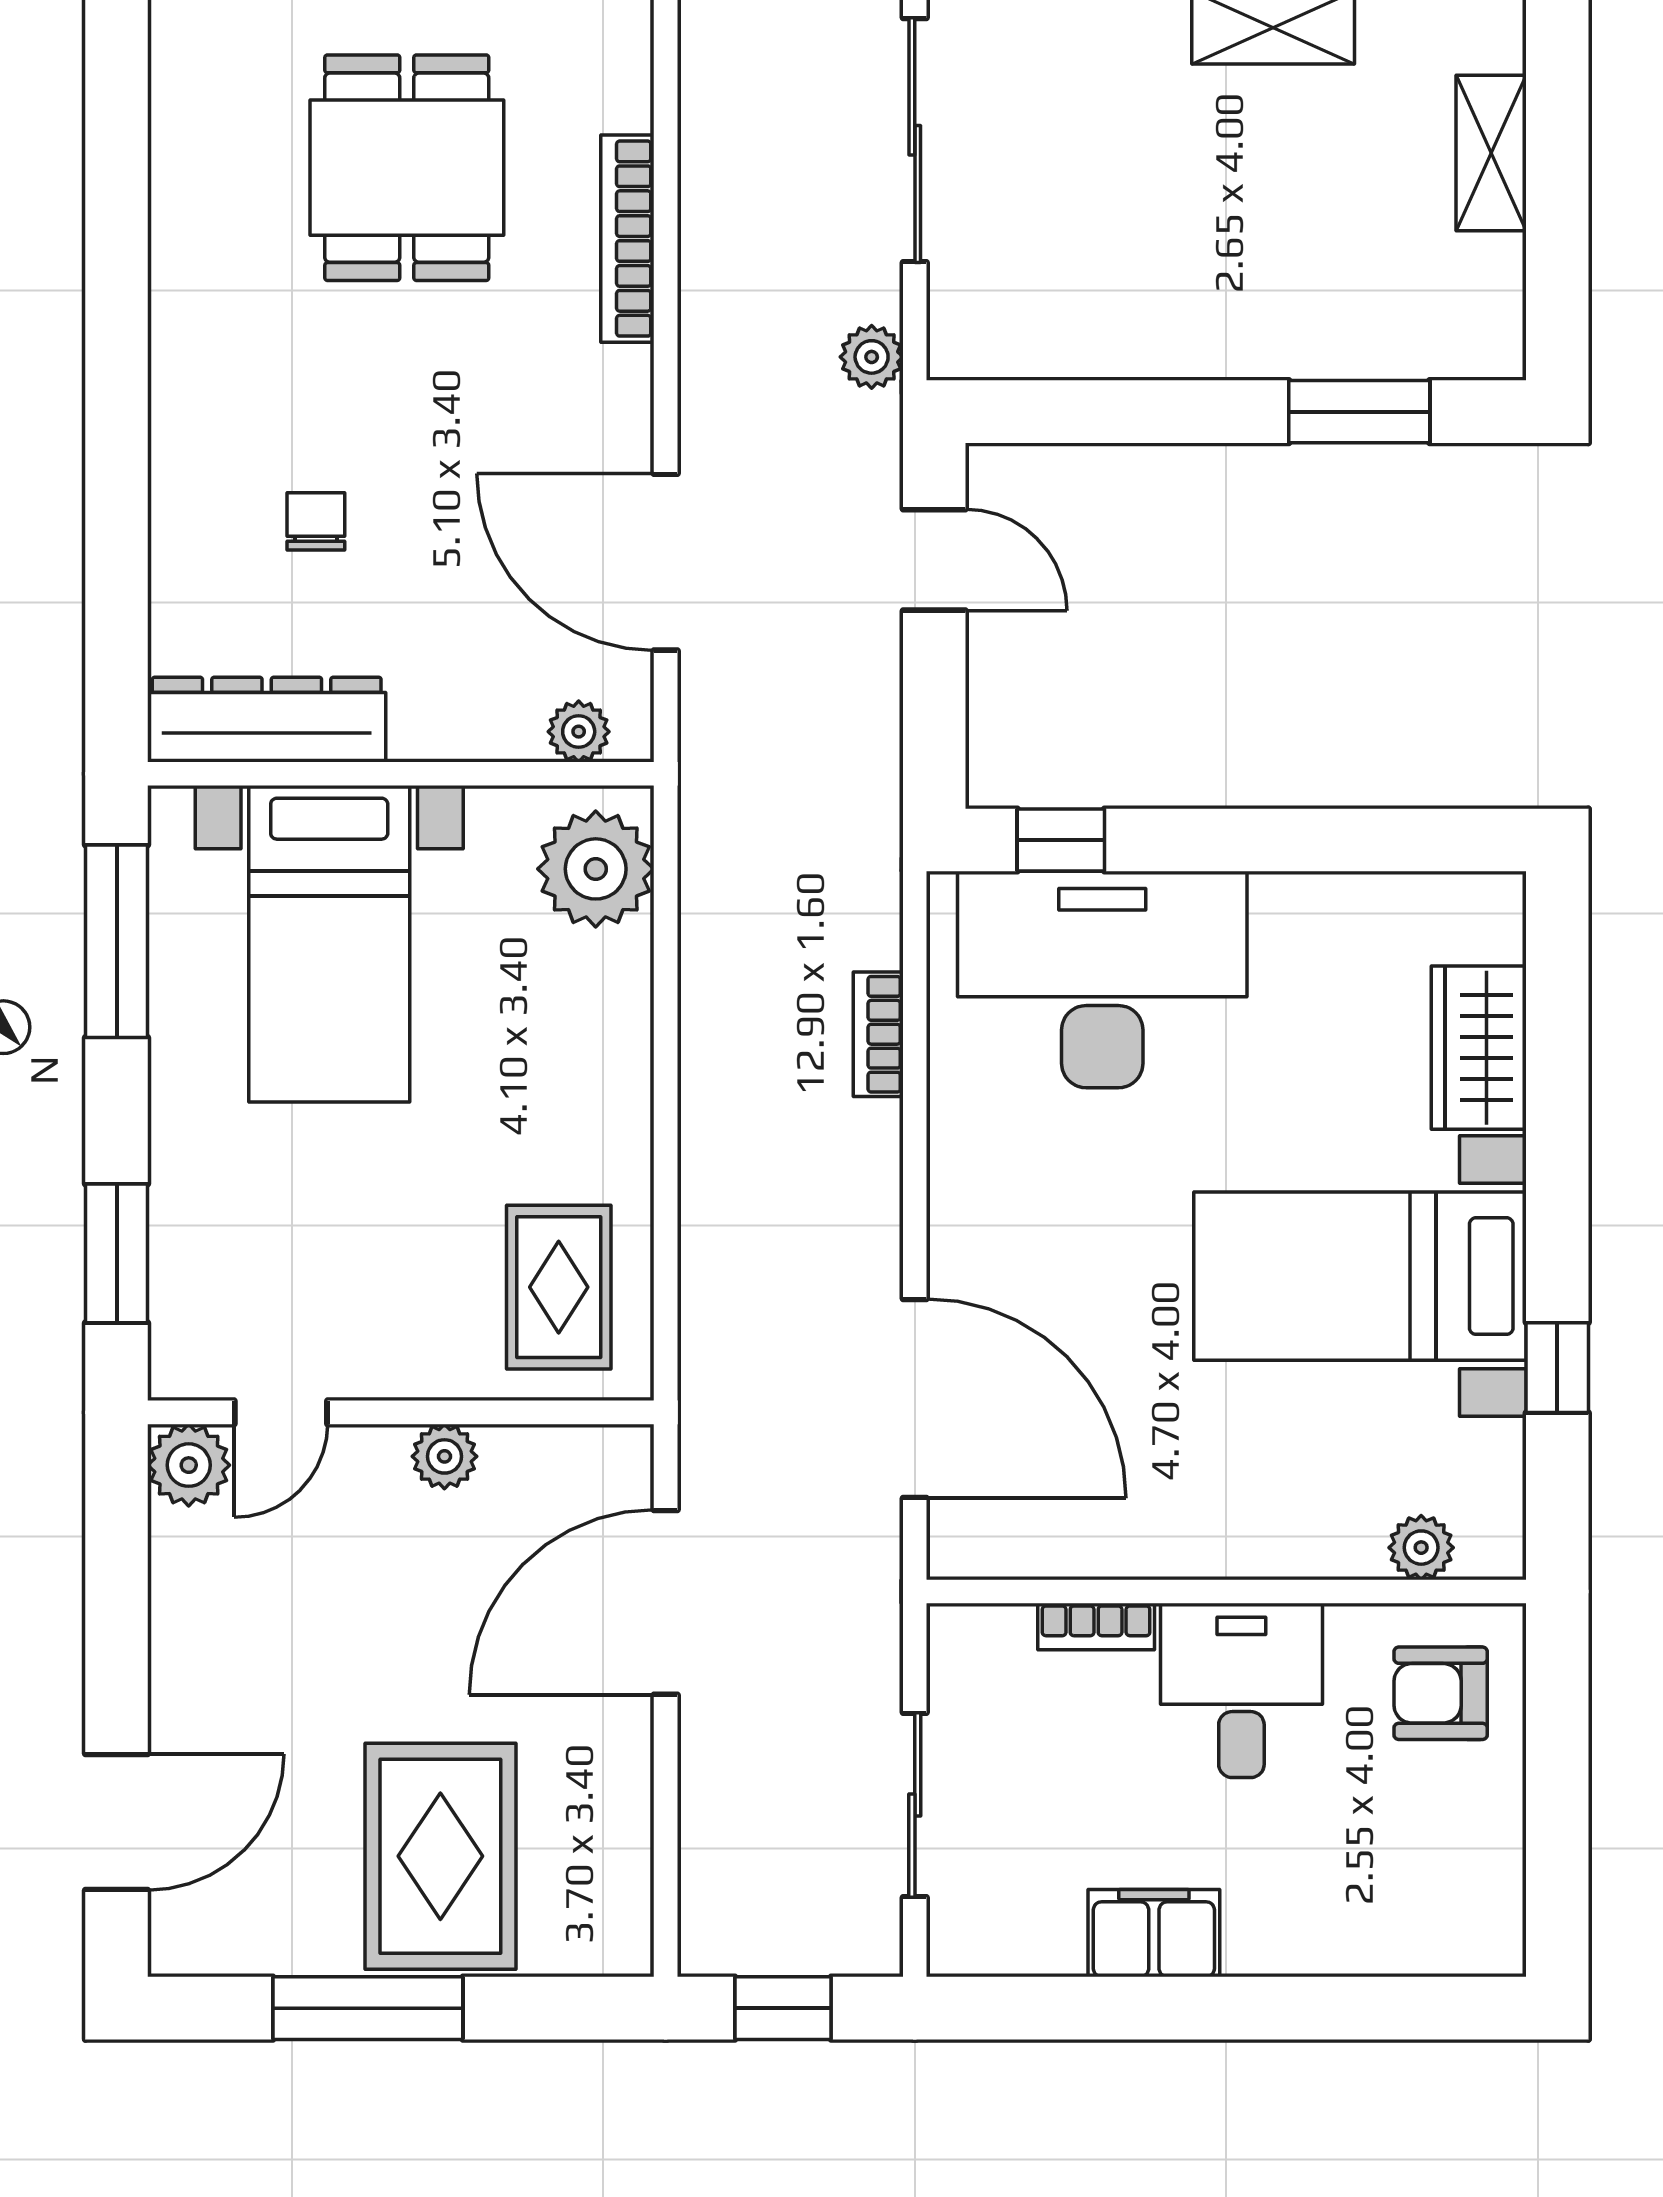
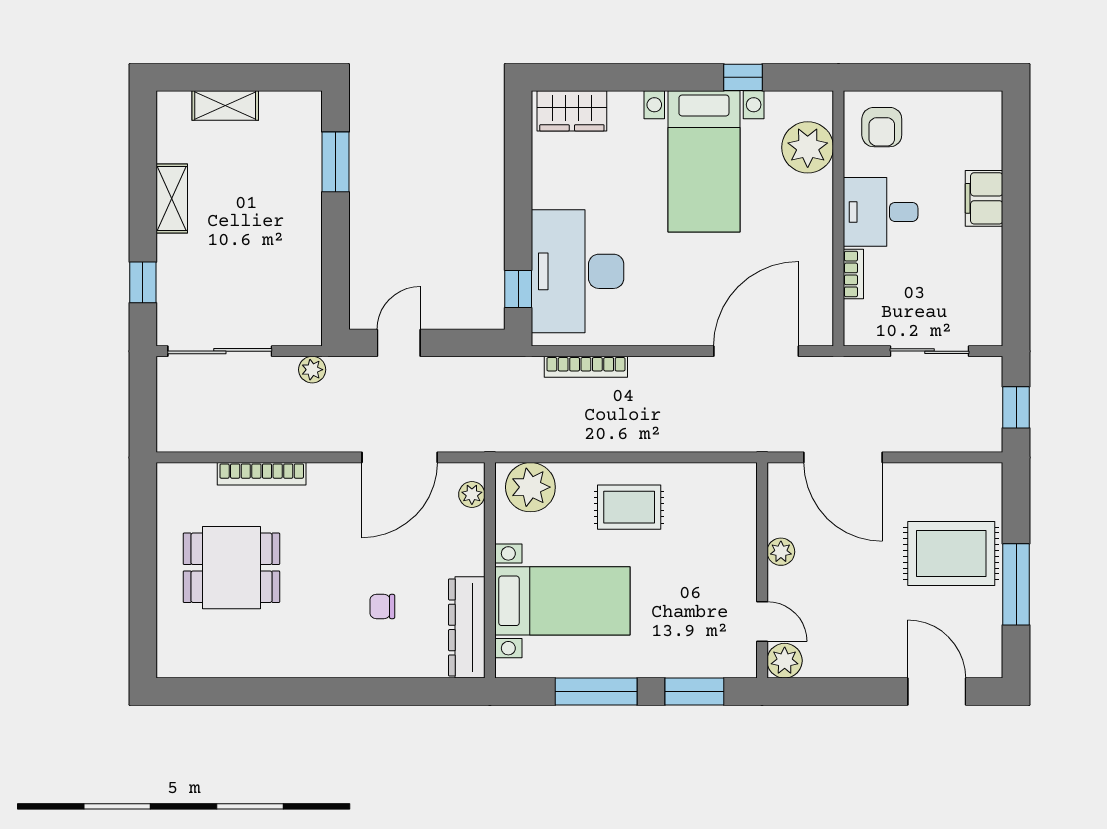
window: (117, 941) -> (596, 691), moved
bookcase: (878, 1034) -> (586, 367), width x1.56
wardrobe: (1479, 1048) -> (572, 111), moved
rug: (559, 1287) -> (629, 507), moved
plant: (1421, 1548) -> (808, 147), width x1.88, depth x1.88
filing cabinet: (1154, 1933) -> (984, 198), moved

